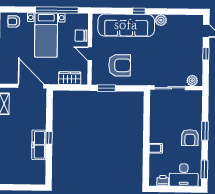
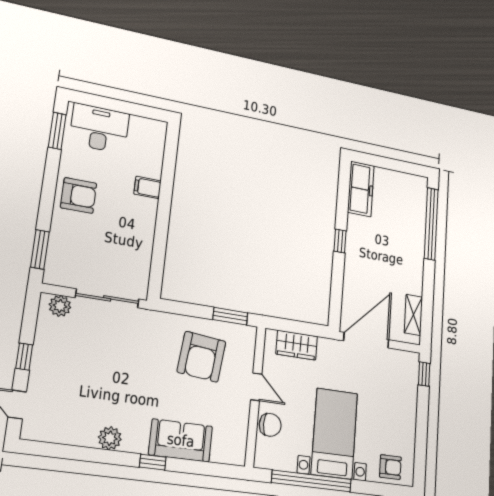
sofa: (126, 25) -> (181, 440), width x0.54, depth x0.79
armchair: (120, 65) -> (201, 357), turned -84
door: (31, 86) -> (366, 340), swing flipped
window: (205, 131) -> (40, 249), moved
armchair: (190, 138) -> (79, 195), turned 90
freezer: (39, 145) -> (361, 189), moved
printer: (163, 181) -> (141, 126), removed

